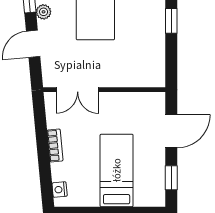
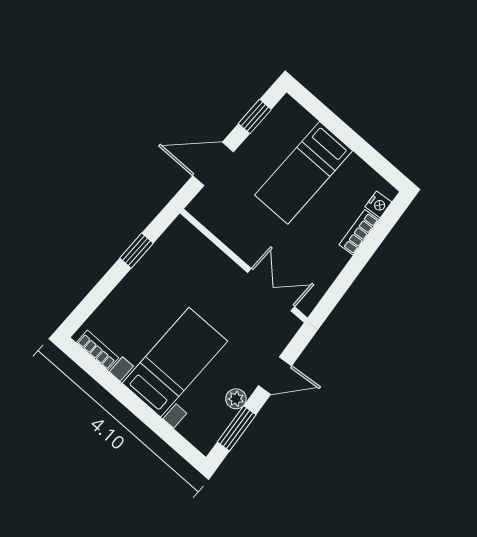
window: (171, 21) -> (137, 251), moved
bookcase: (55, 145) -> (359, 232), moved

